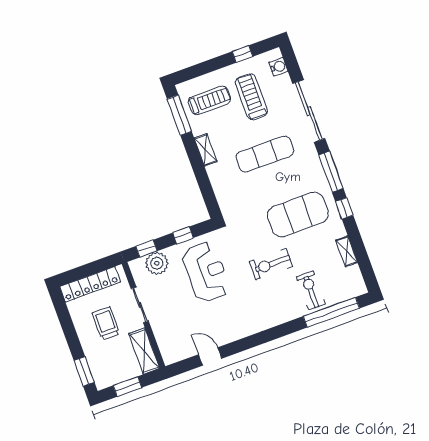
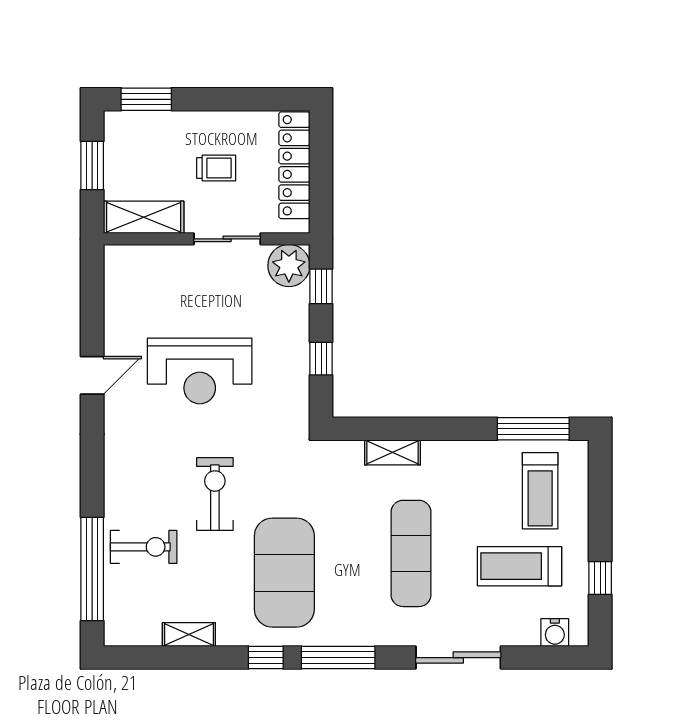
treadmill: (251, 97) -> (520, 566), turned 180
sliding door: (309, 111) -> (458, 658), width x0.73
shelving: (205, 150) -> (392, 452), moved
plant: (157, 263) -> (289, 266), moved
reception desk: (206, 272) -> (200, 371), moved
trolley: (106, 323) -> (216, 168), width x0.73, depth x0.72
door: (210, 356) -> (92, 375), moved

